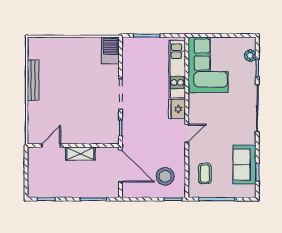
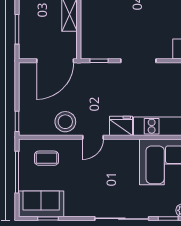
door: (187, 133) -> (93, 137), hinge flipped
sofa: (245, 165) -> (41, 204), moved
stool: (165, 176) -> (65, 122), moved

